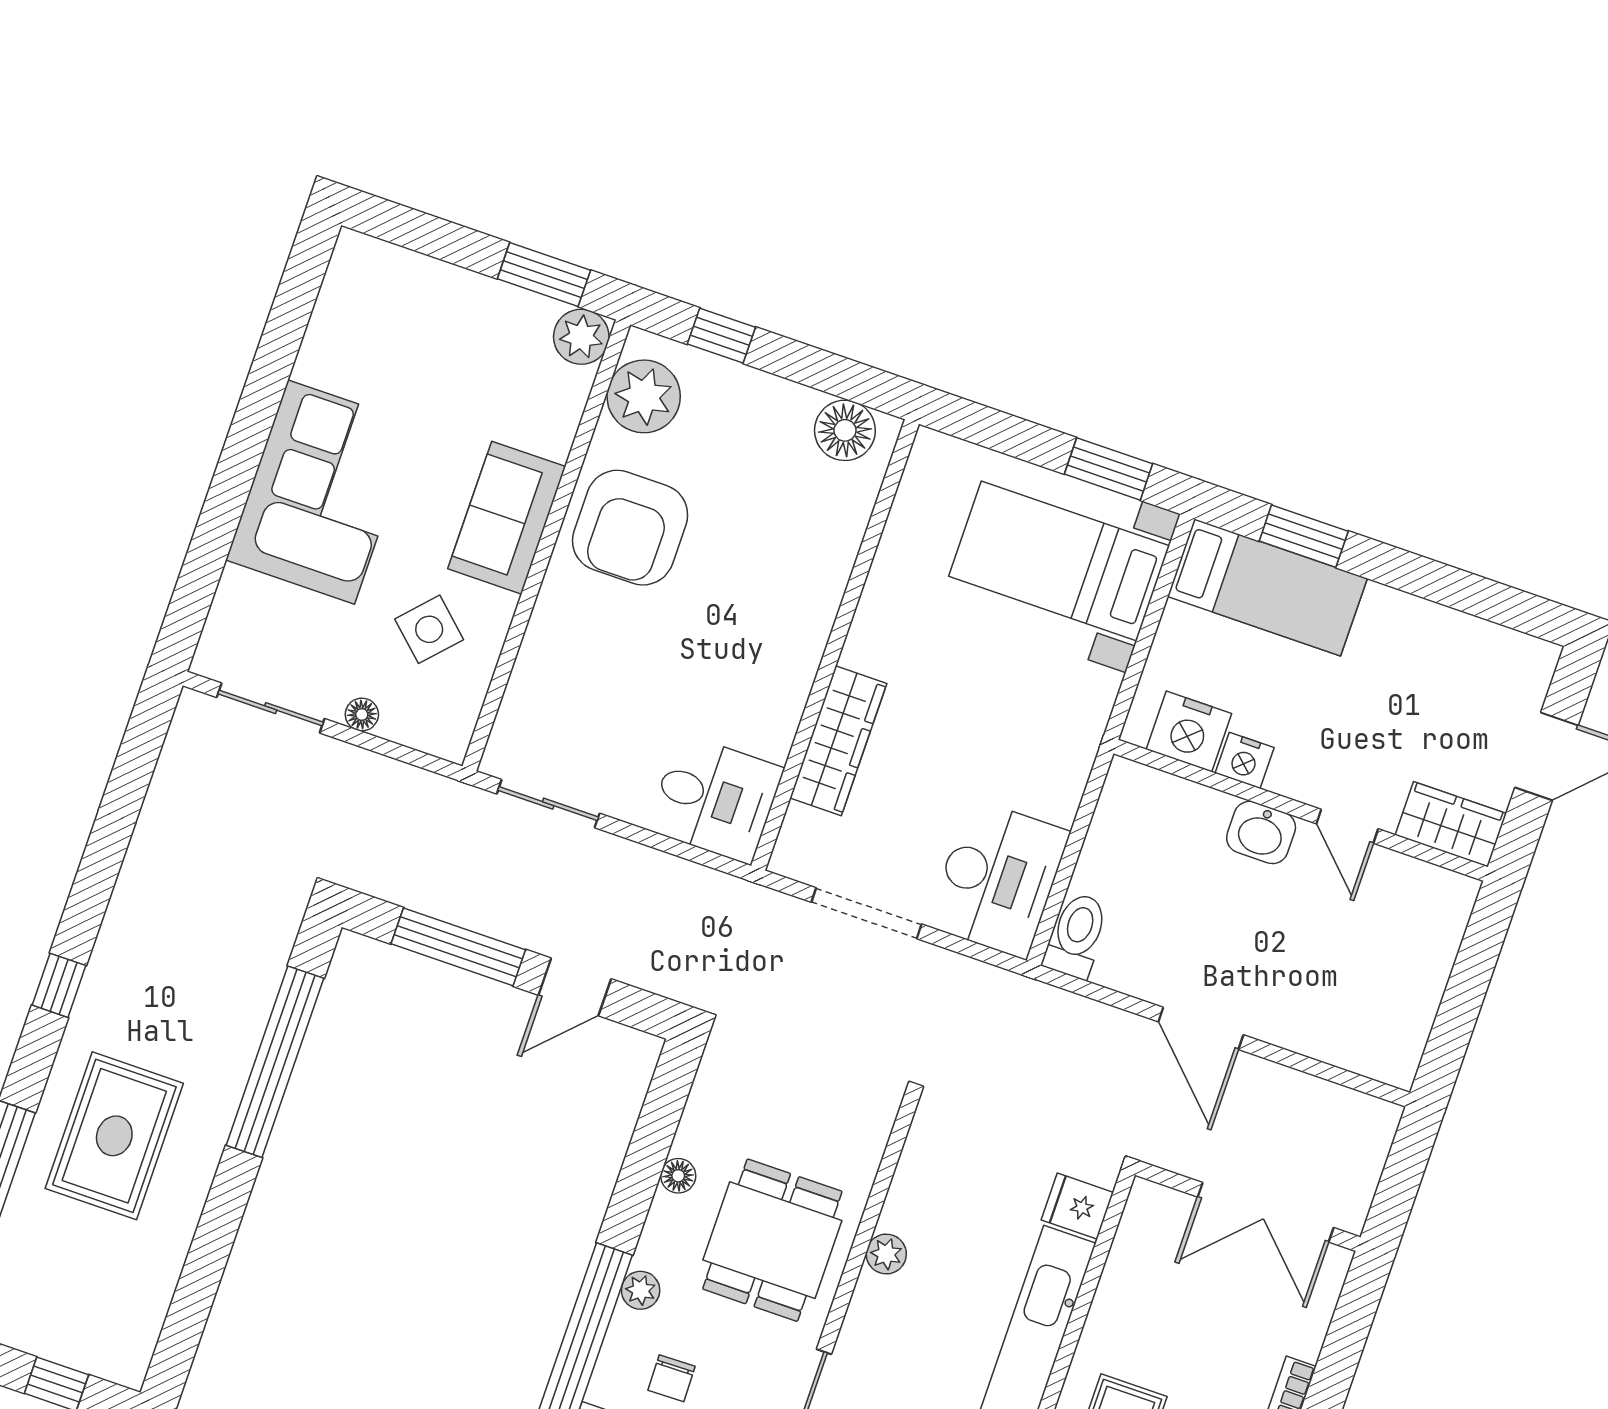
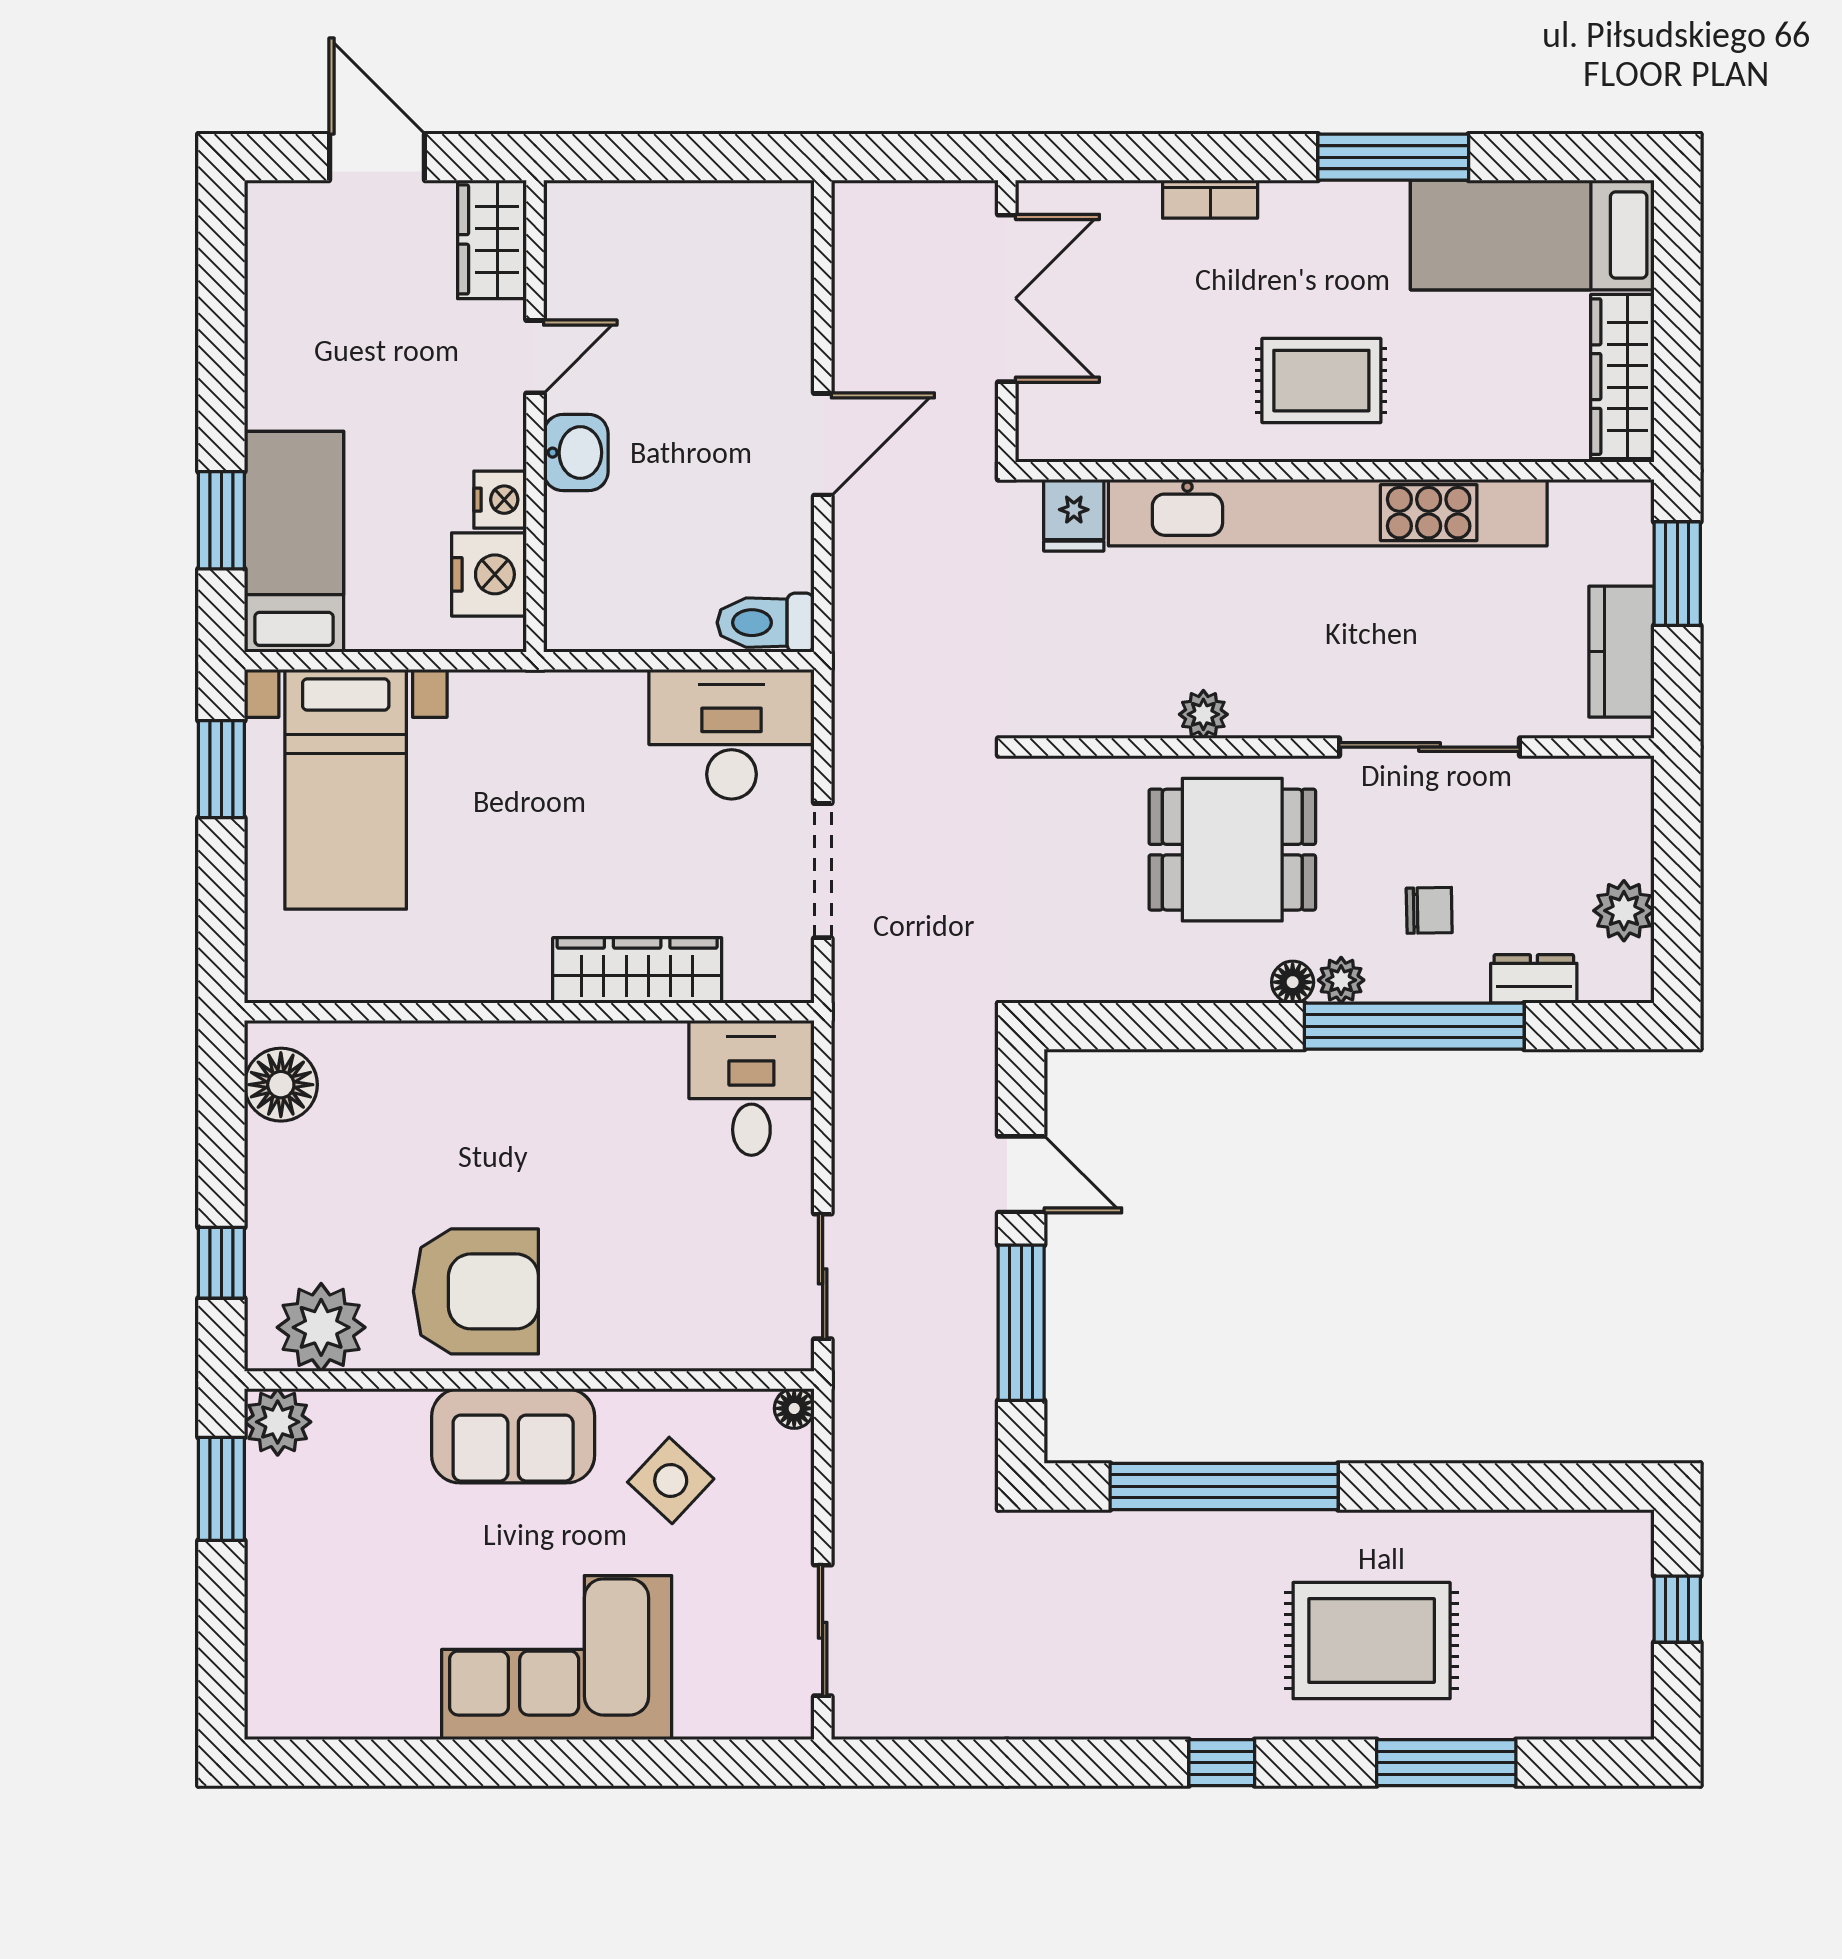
floor lamp: (362, 714) -> (794, 1408), moved
floor lamp: (678, 1176) -> (1293, 982), moved

